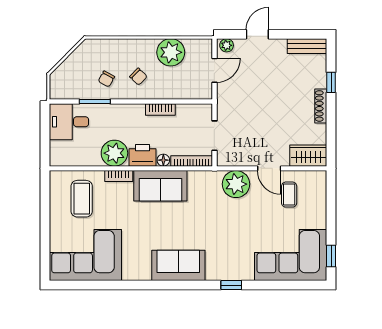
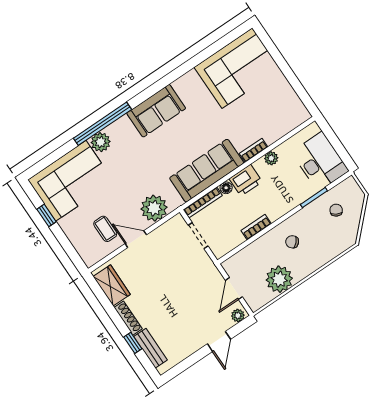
bench: (307, 46) -> (150, 348), moved, turned 90
chair: (106, 79) -> (336, 210), moved
desk: (69, 122) -> (320, 162), width x1.37
plant: (114, 153) -> (271, 158), width x0.53, depth x0.53
wardrobe: (308, 156) -> (112, 285), moved, turned -90
sofa: (160, 186) -> (207, 171), width x1.36
coffee table: (82, 199) -> (271, 112), removed
window: (331, 256) -> (47, 215), moved
plant: (243, 271) -> (101, 142), added
window: (231, 285) -> (102, 124), width x3.17

